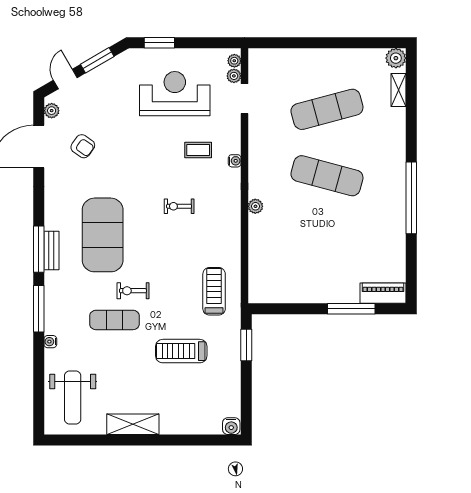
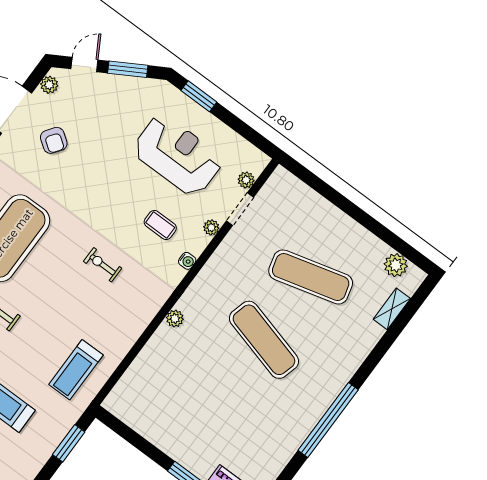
plant: (396, 58) -> (396, 265), moved
plant: (234, 61) -> (211, 227), moved
treadmill: (214, 291) -> (76, 370), turned 180

